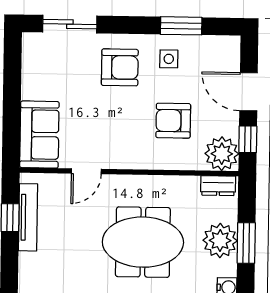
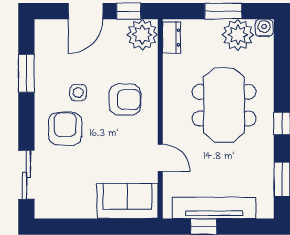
side table: (169, 59) -> (78, 93), moved
armchair: (173, 121) -> (125, 100), moved, turned -90
tv unit: (28, 217) -> (214, 208), width x1.36, depth x1.29
plant: (220, 240) -> (238, 35), moved

